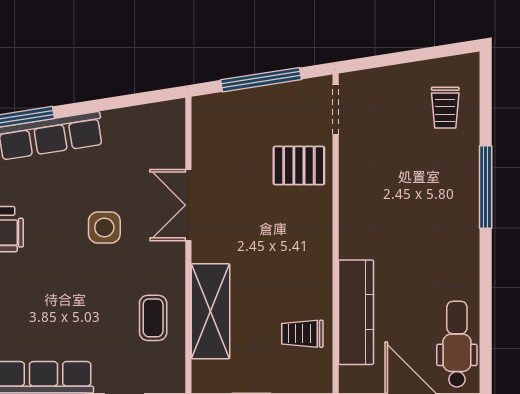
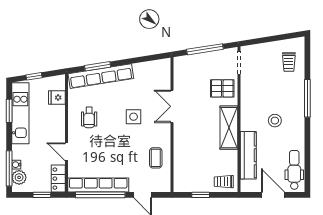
stool: (414, 236) -> (275, 121), added
shelving: (211, 311) -> (229, 128), moved
trolley: (302, 334) -> (224, 182), moved

